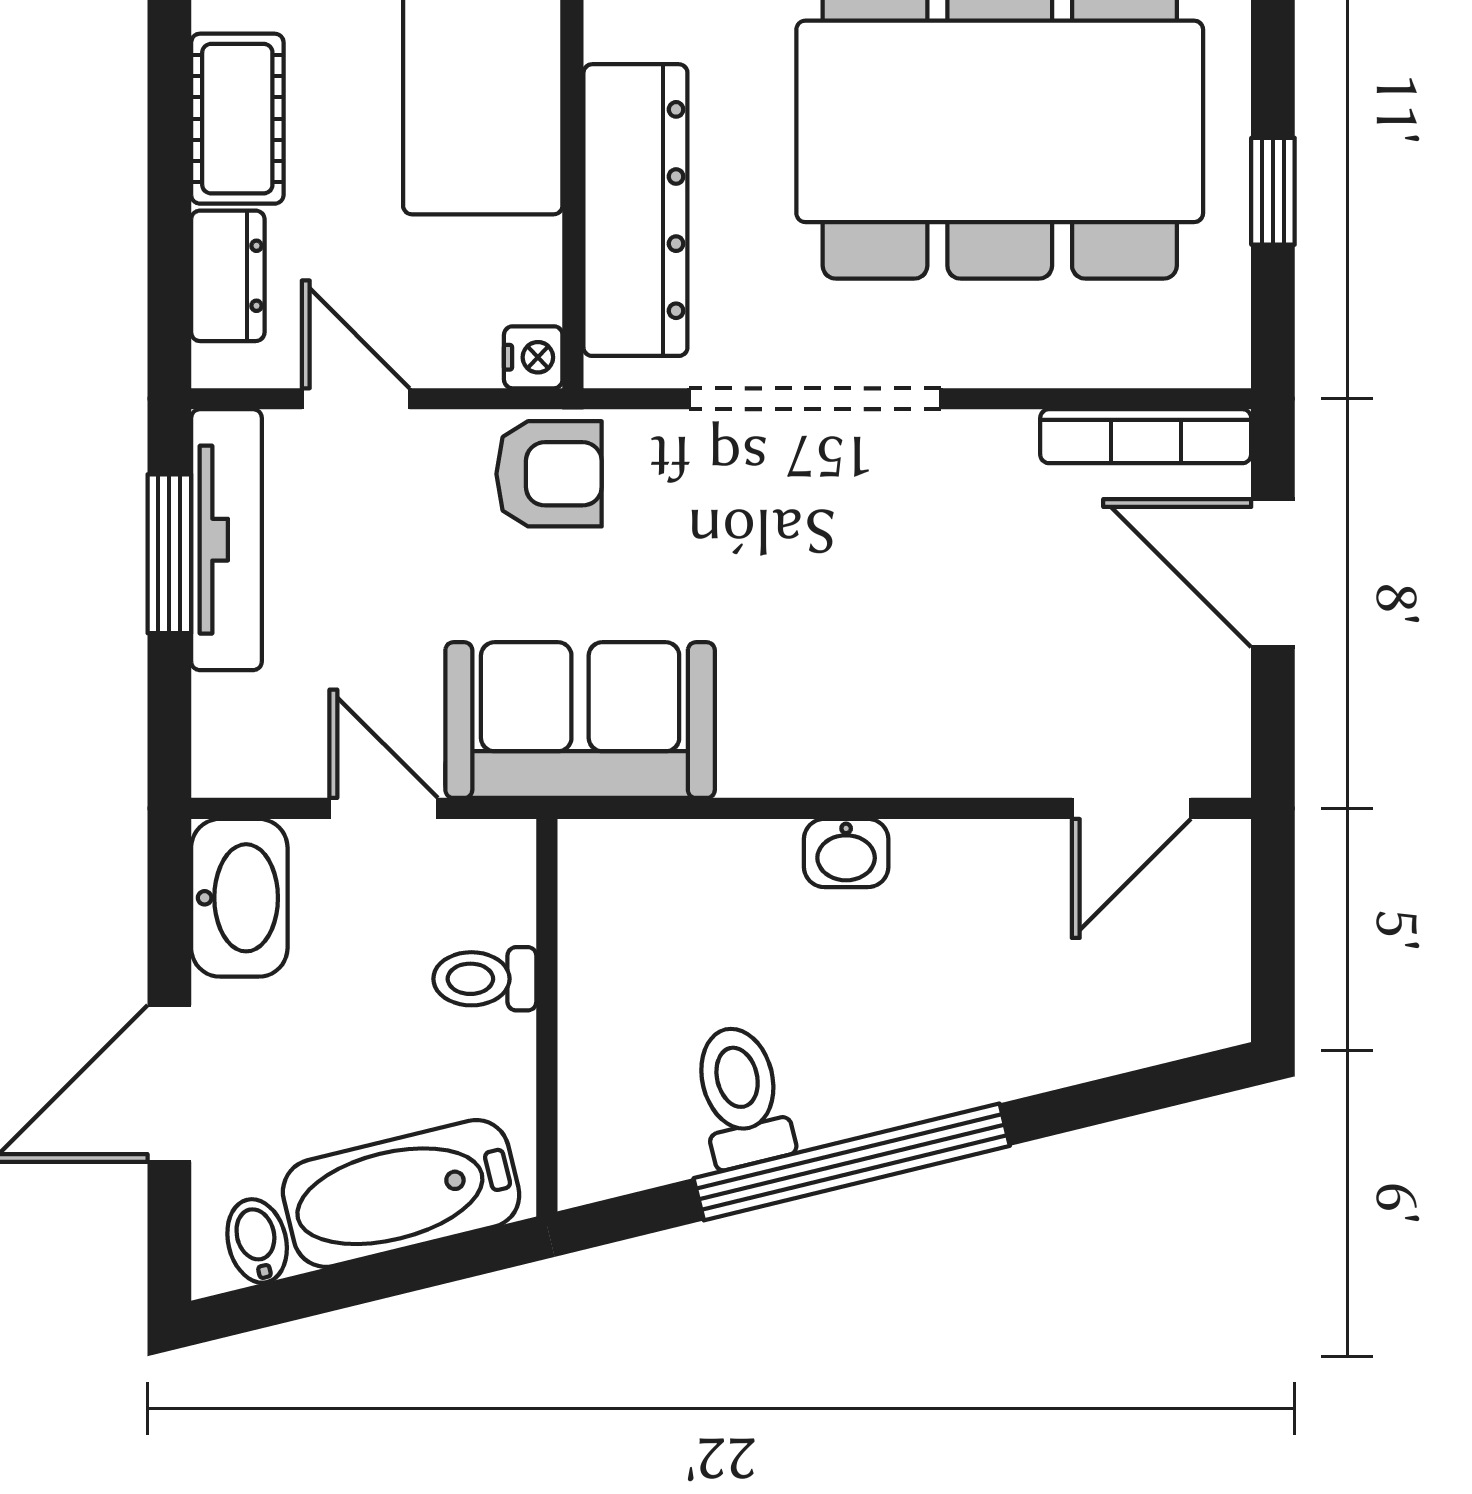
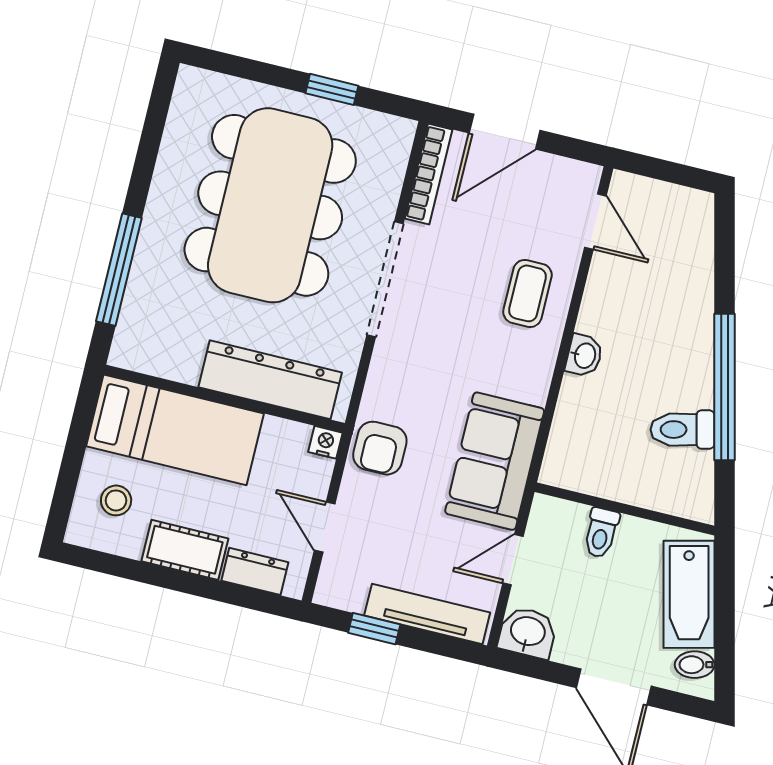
door: (356, 399) -> (325, 527), hinge flipped
doorway: (815, 399) -> (385, 279), moved
armchair: (549, 474) -> (380, 448), turned 180
tv unit: (227, 540) -> (427, 614), moved
window: (169, 554) -> (374, 629), width x0.67
coffee table: (947, 703) -> (527, 293), added
washbasin: (239, 898) -> (528, 632), width x0.72

